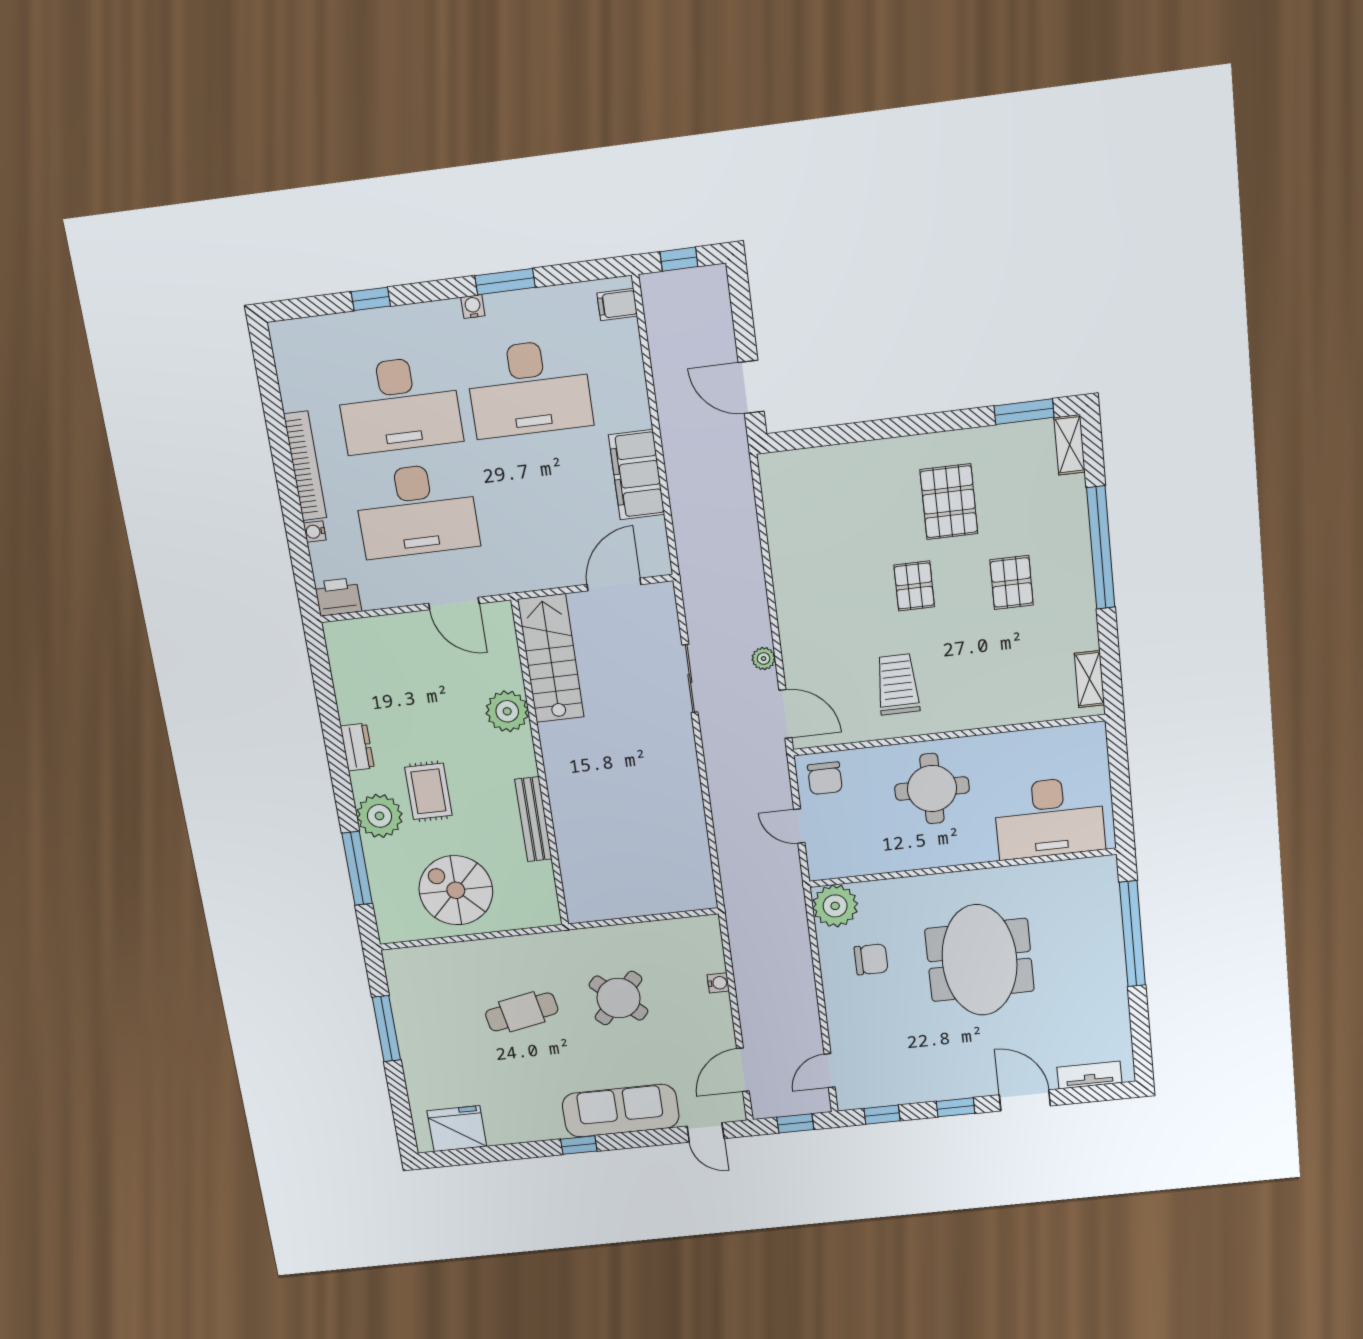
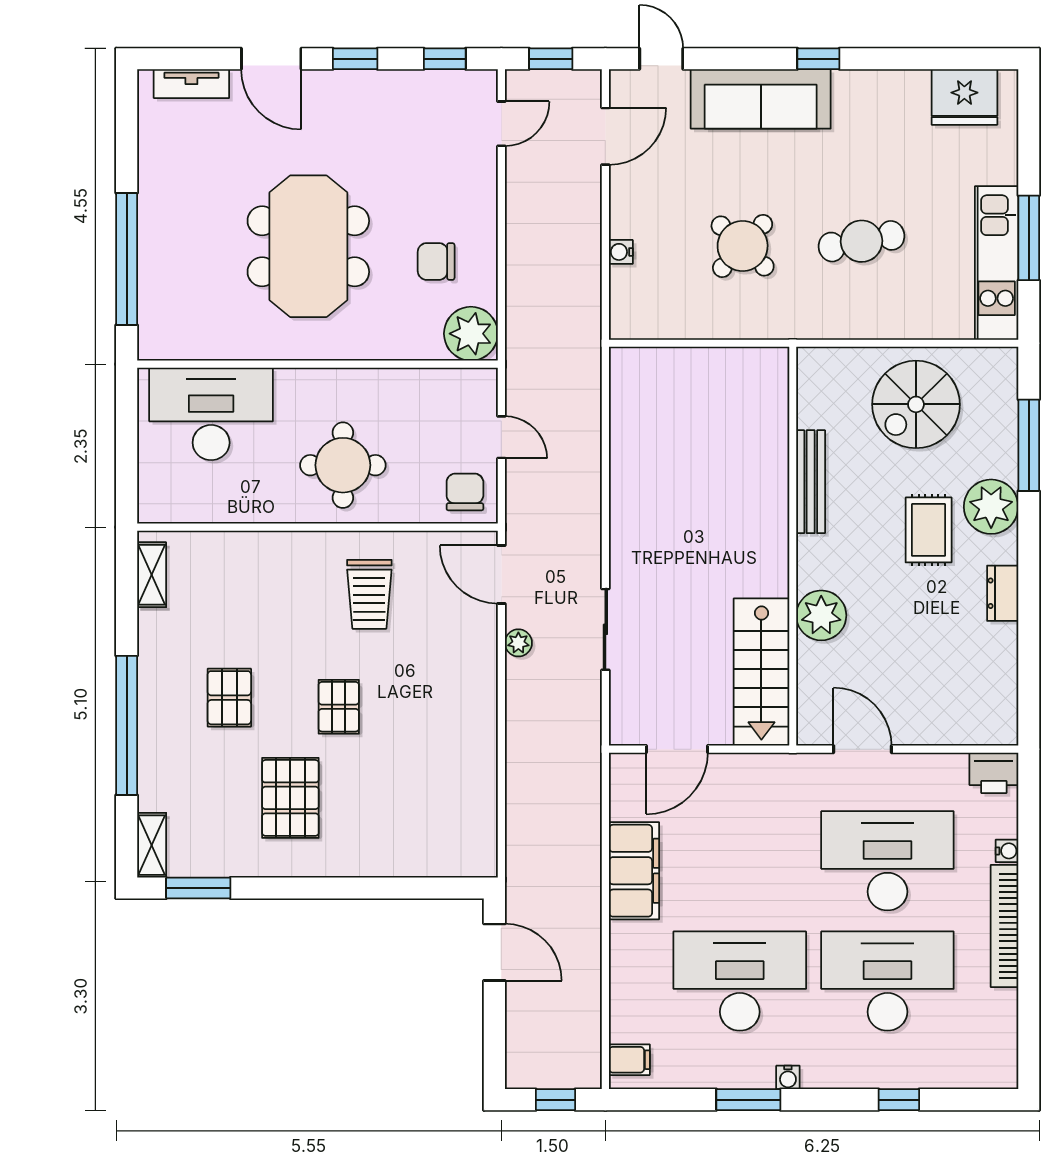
spiral stairs: (456, 890) -> (916, 404), turned 90
kitchen unit: (409, 1007) -> (997, 263), added

